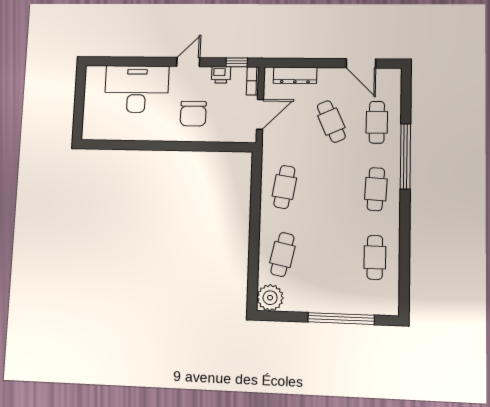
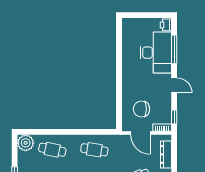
window: (133, 62) -> (174, 49), added
printer: (221, 75) -> (166, 25), moved
chair: (193, 114) -> (141, 109), moved

